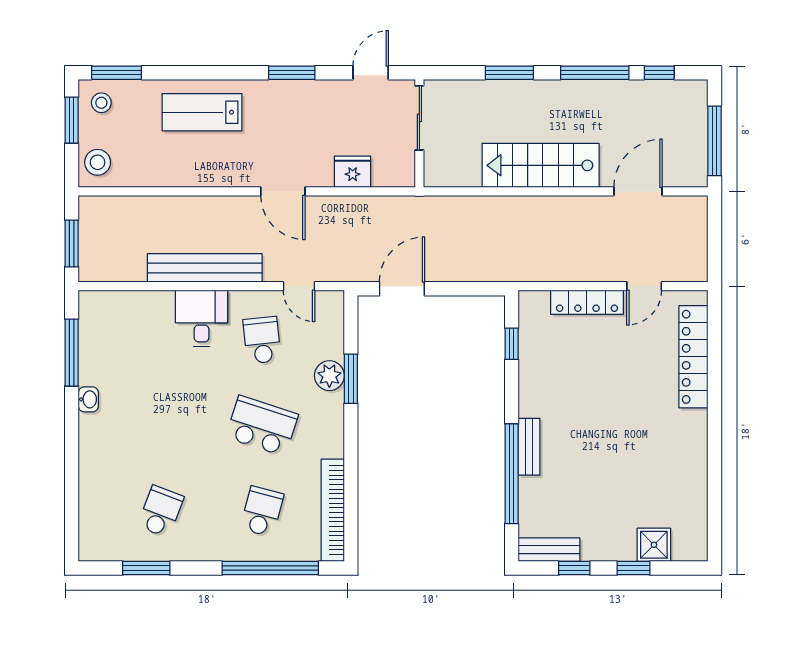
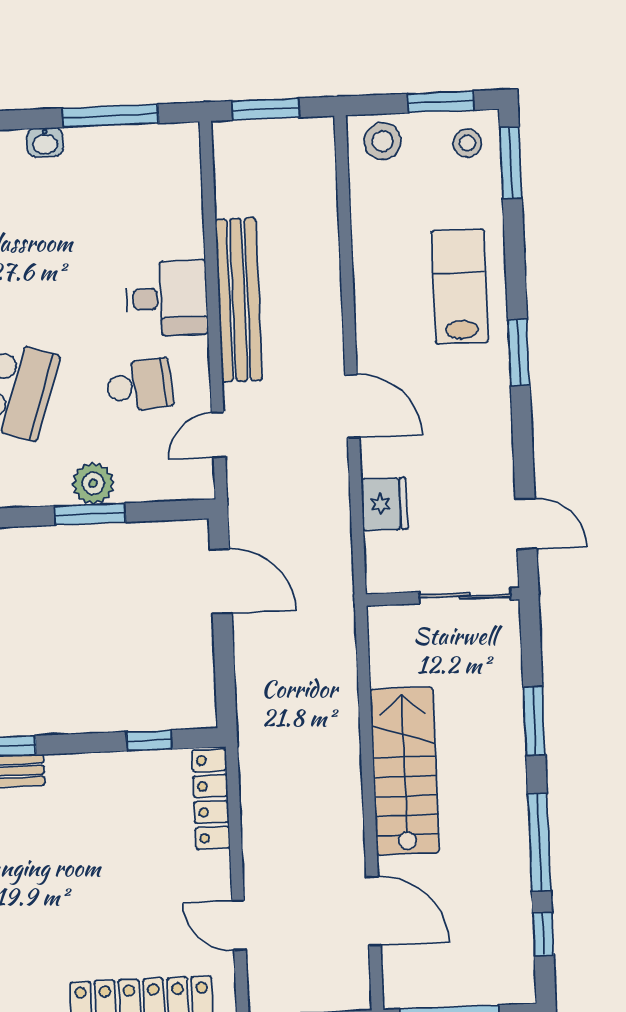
window: (292, 73) -> (519, 353), moved
door: (283, 191) -> (352, 406), swing flipped
locker: (587, 302) -> (211, 799), moved

